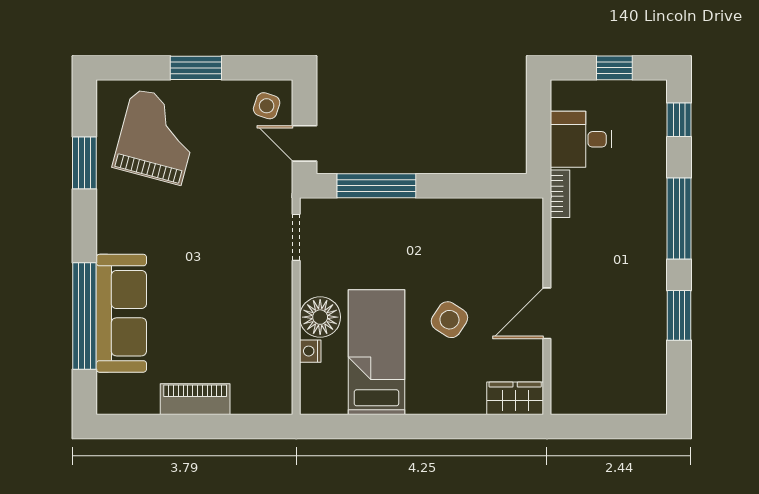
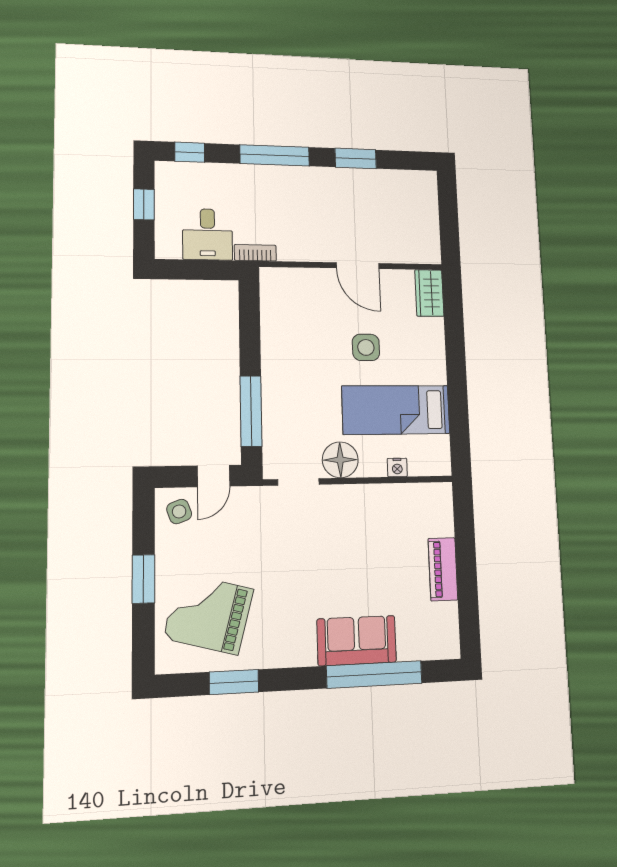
side table: (267, 106) -> (179, 512), turned -38
sofa: (121, 313) -> (357, 641), width x0.73
floor lamp: (320, 317) -> (340, 460), moved
side table: (449, 320) -> (366, 347), turned -33

